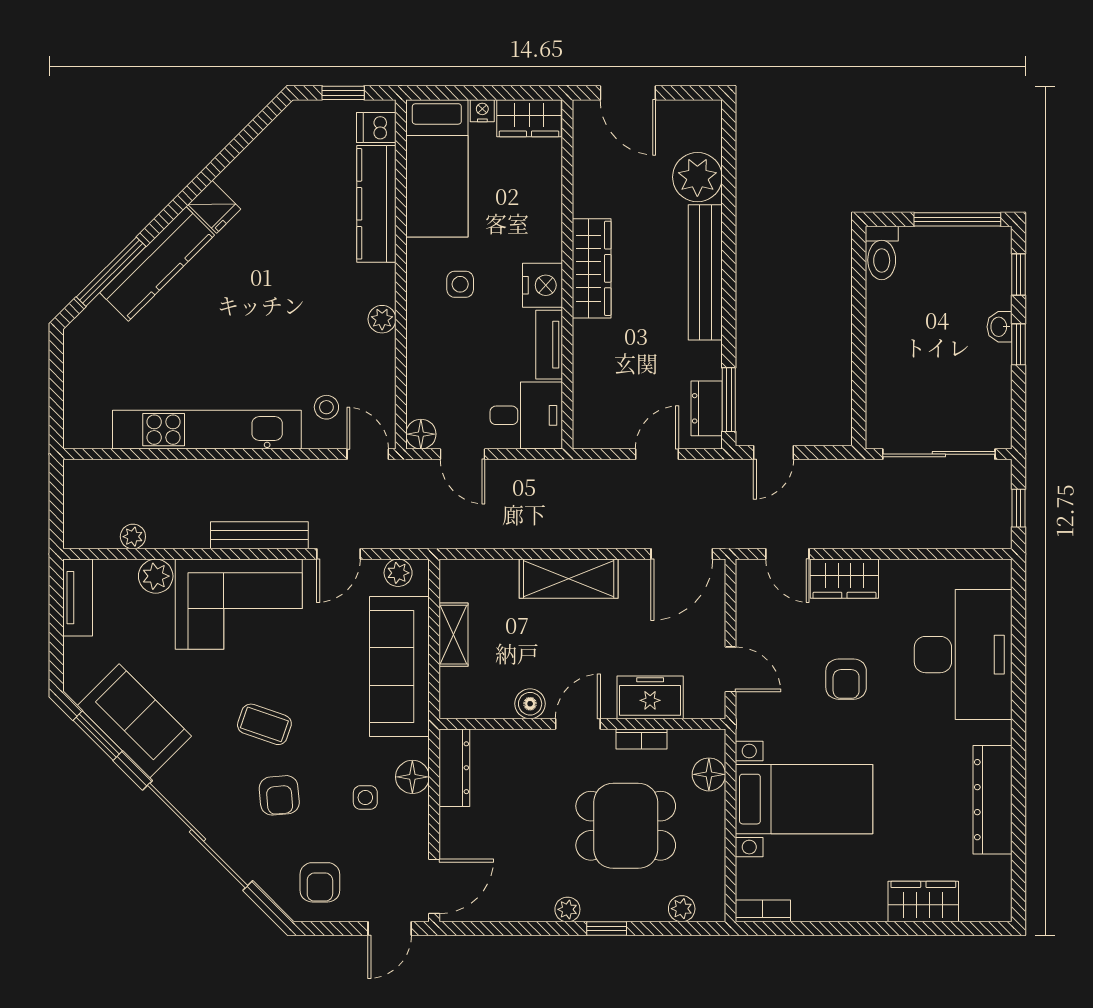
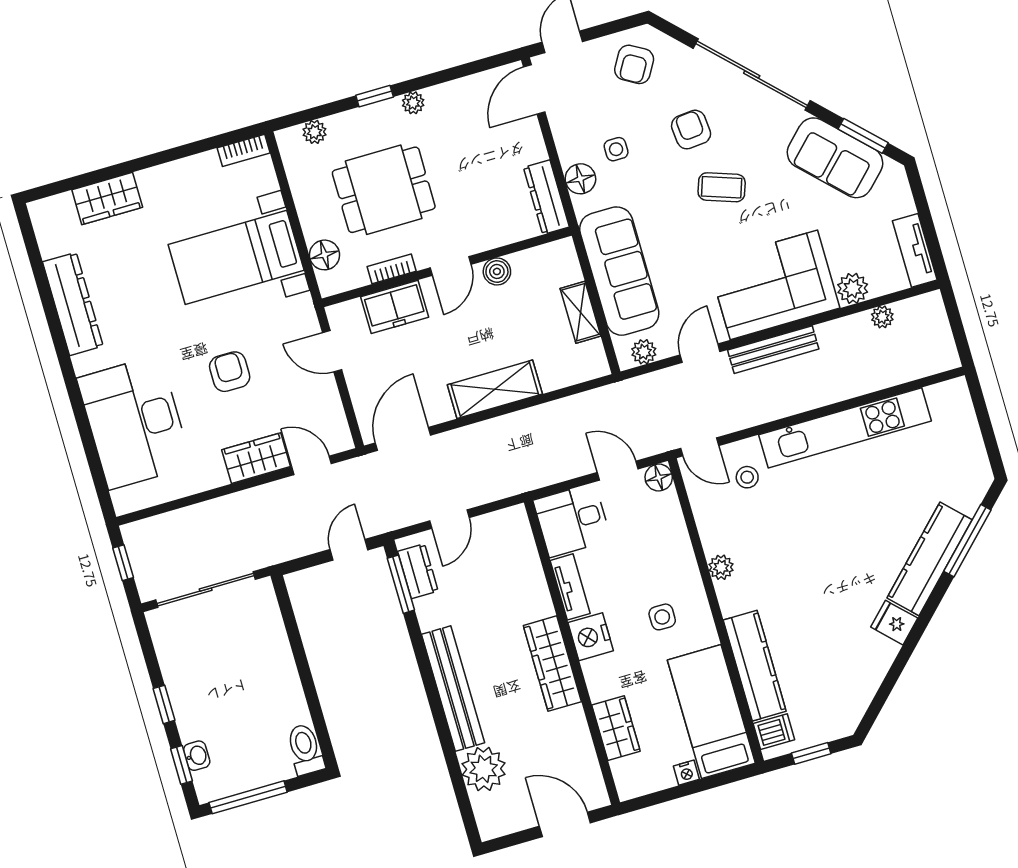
wardrobe: (529, 118) -> (616, 728), moved, turned 90
washbasin: (999, 327) -> (197, 756), moved
armchair: (320, 882) -> (634, 64), turned -150

